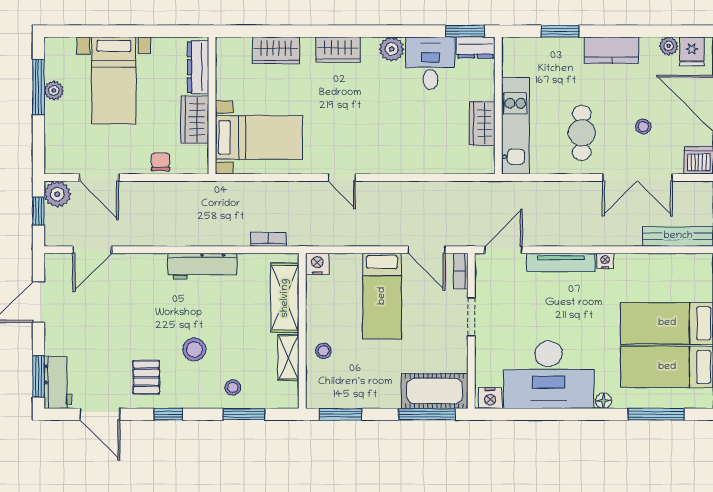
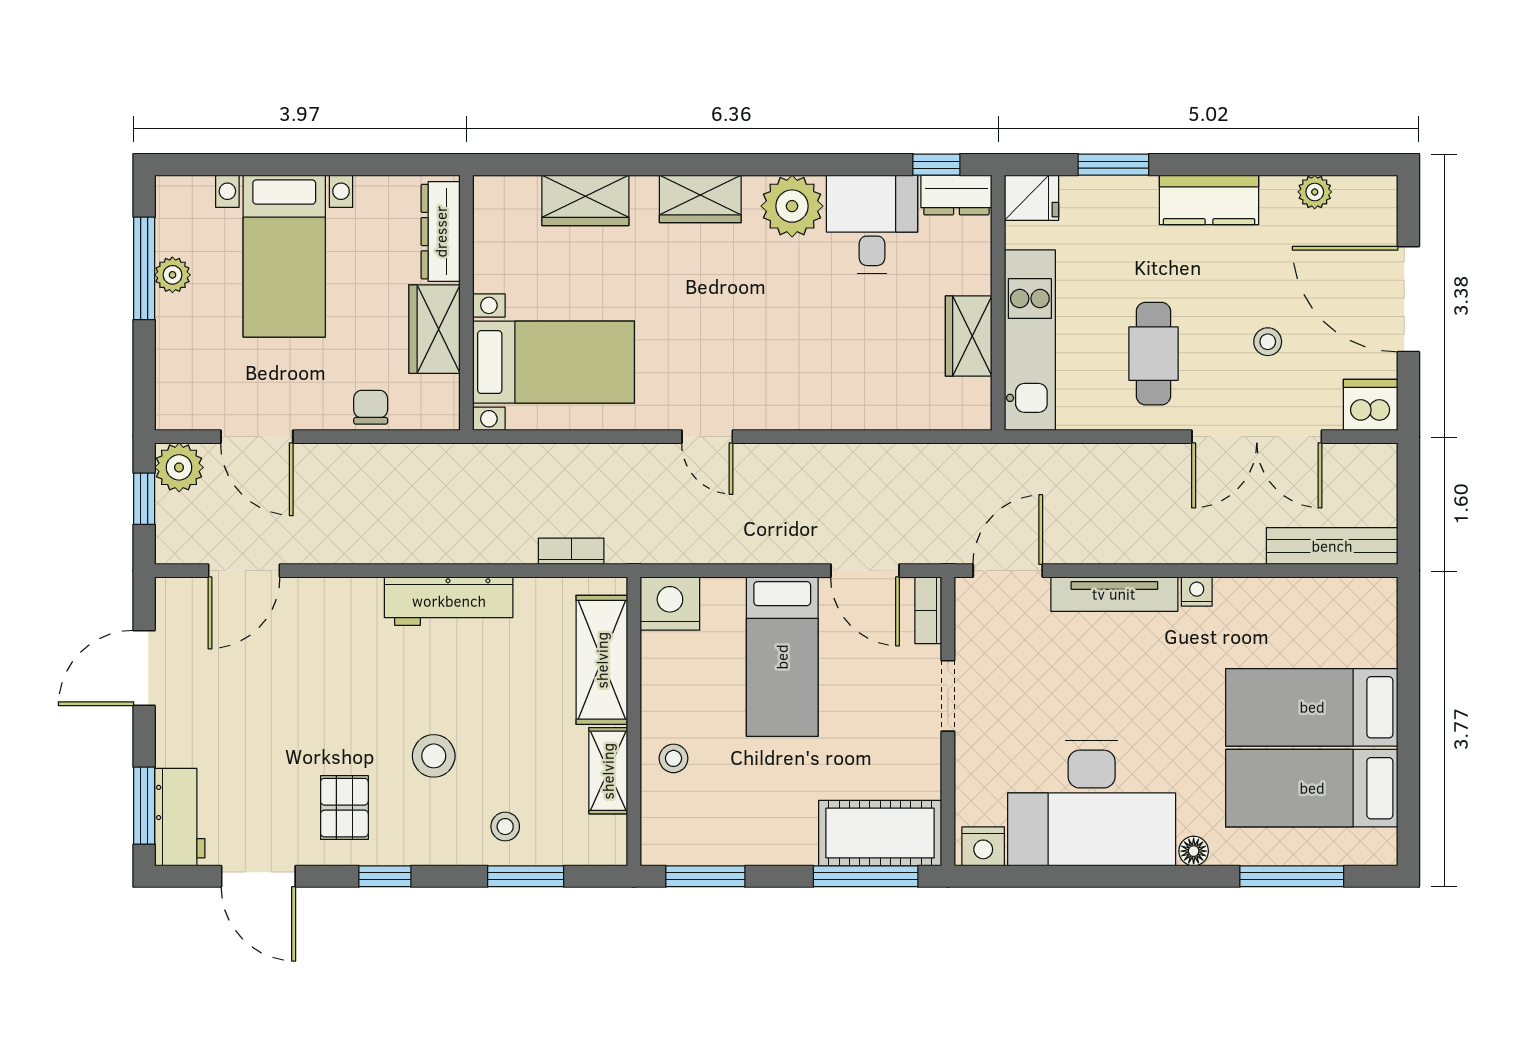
window: (465, 31) -> (936, 165), width x0.67
plant: (392, 49) -> (792, 206), width x1.36, depth x1.36
fridge: (692, 51) -> (1032, 198), moved, turned -90
nightstand: (317, 264) -> (670, 604), width x1.36, depth x1.33

